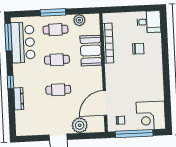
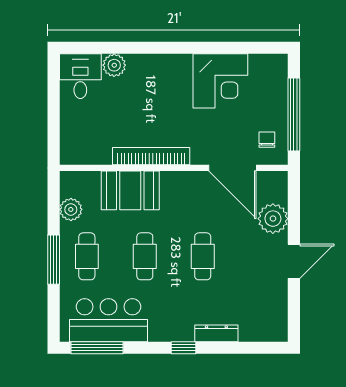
plant: (155, 39) -> (114, 65), added
bookcase: (108, 43) -> (151, 156), moved
chair: (138, 49) -> (131, 99), removed
corner desk: (151, 116) -> (220, 81), moved

